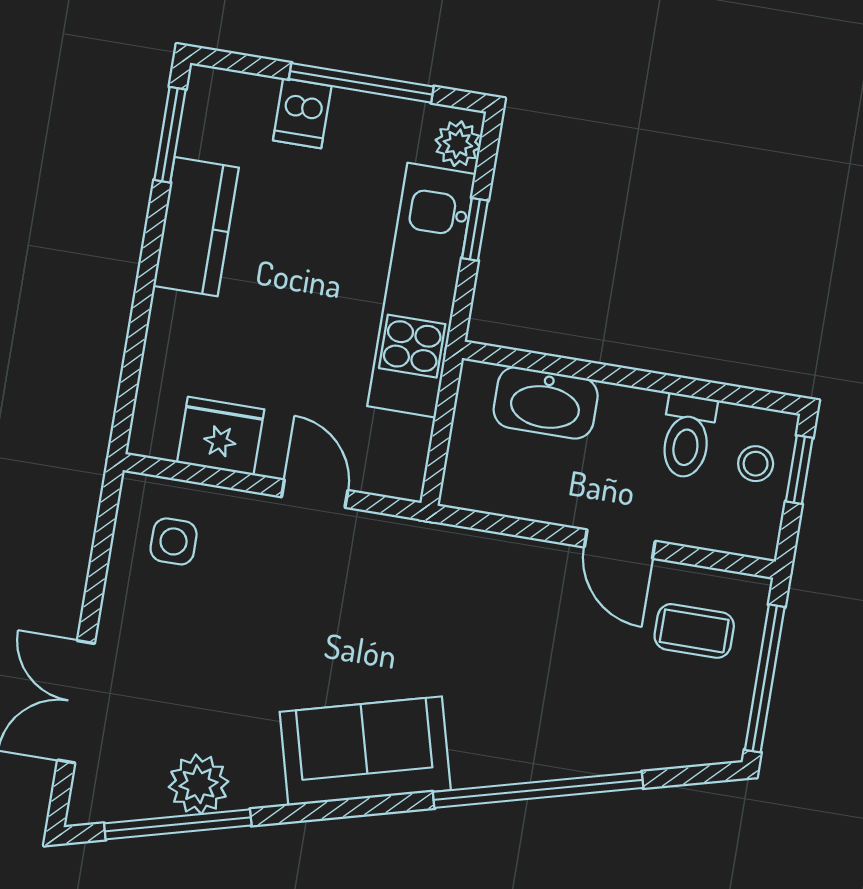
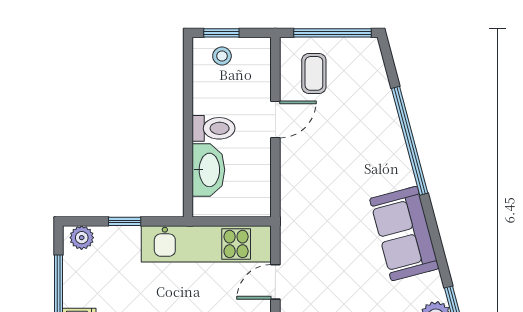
kitchen unit: (421, 290) -> (206, 244), moved
toilet: (687, 436) -> (214, 128), moved

